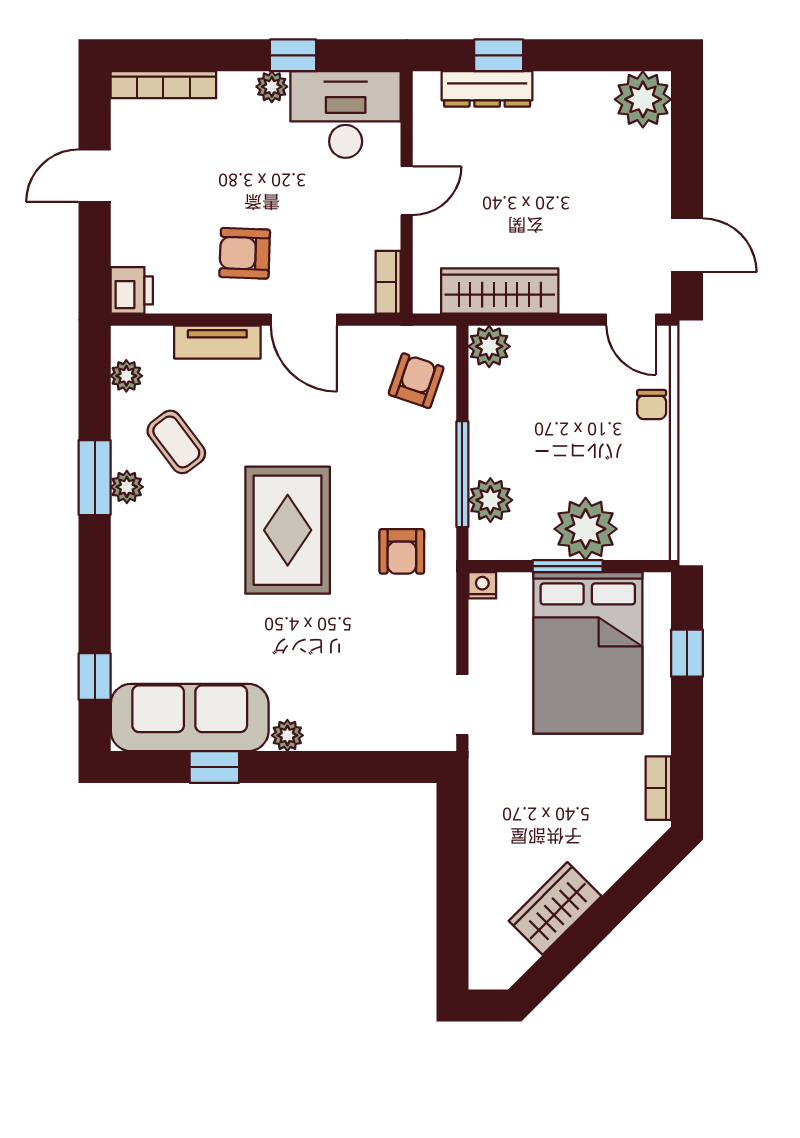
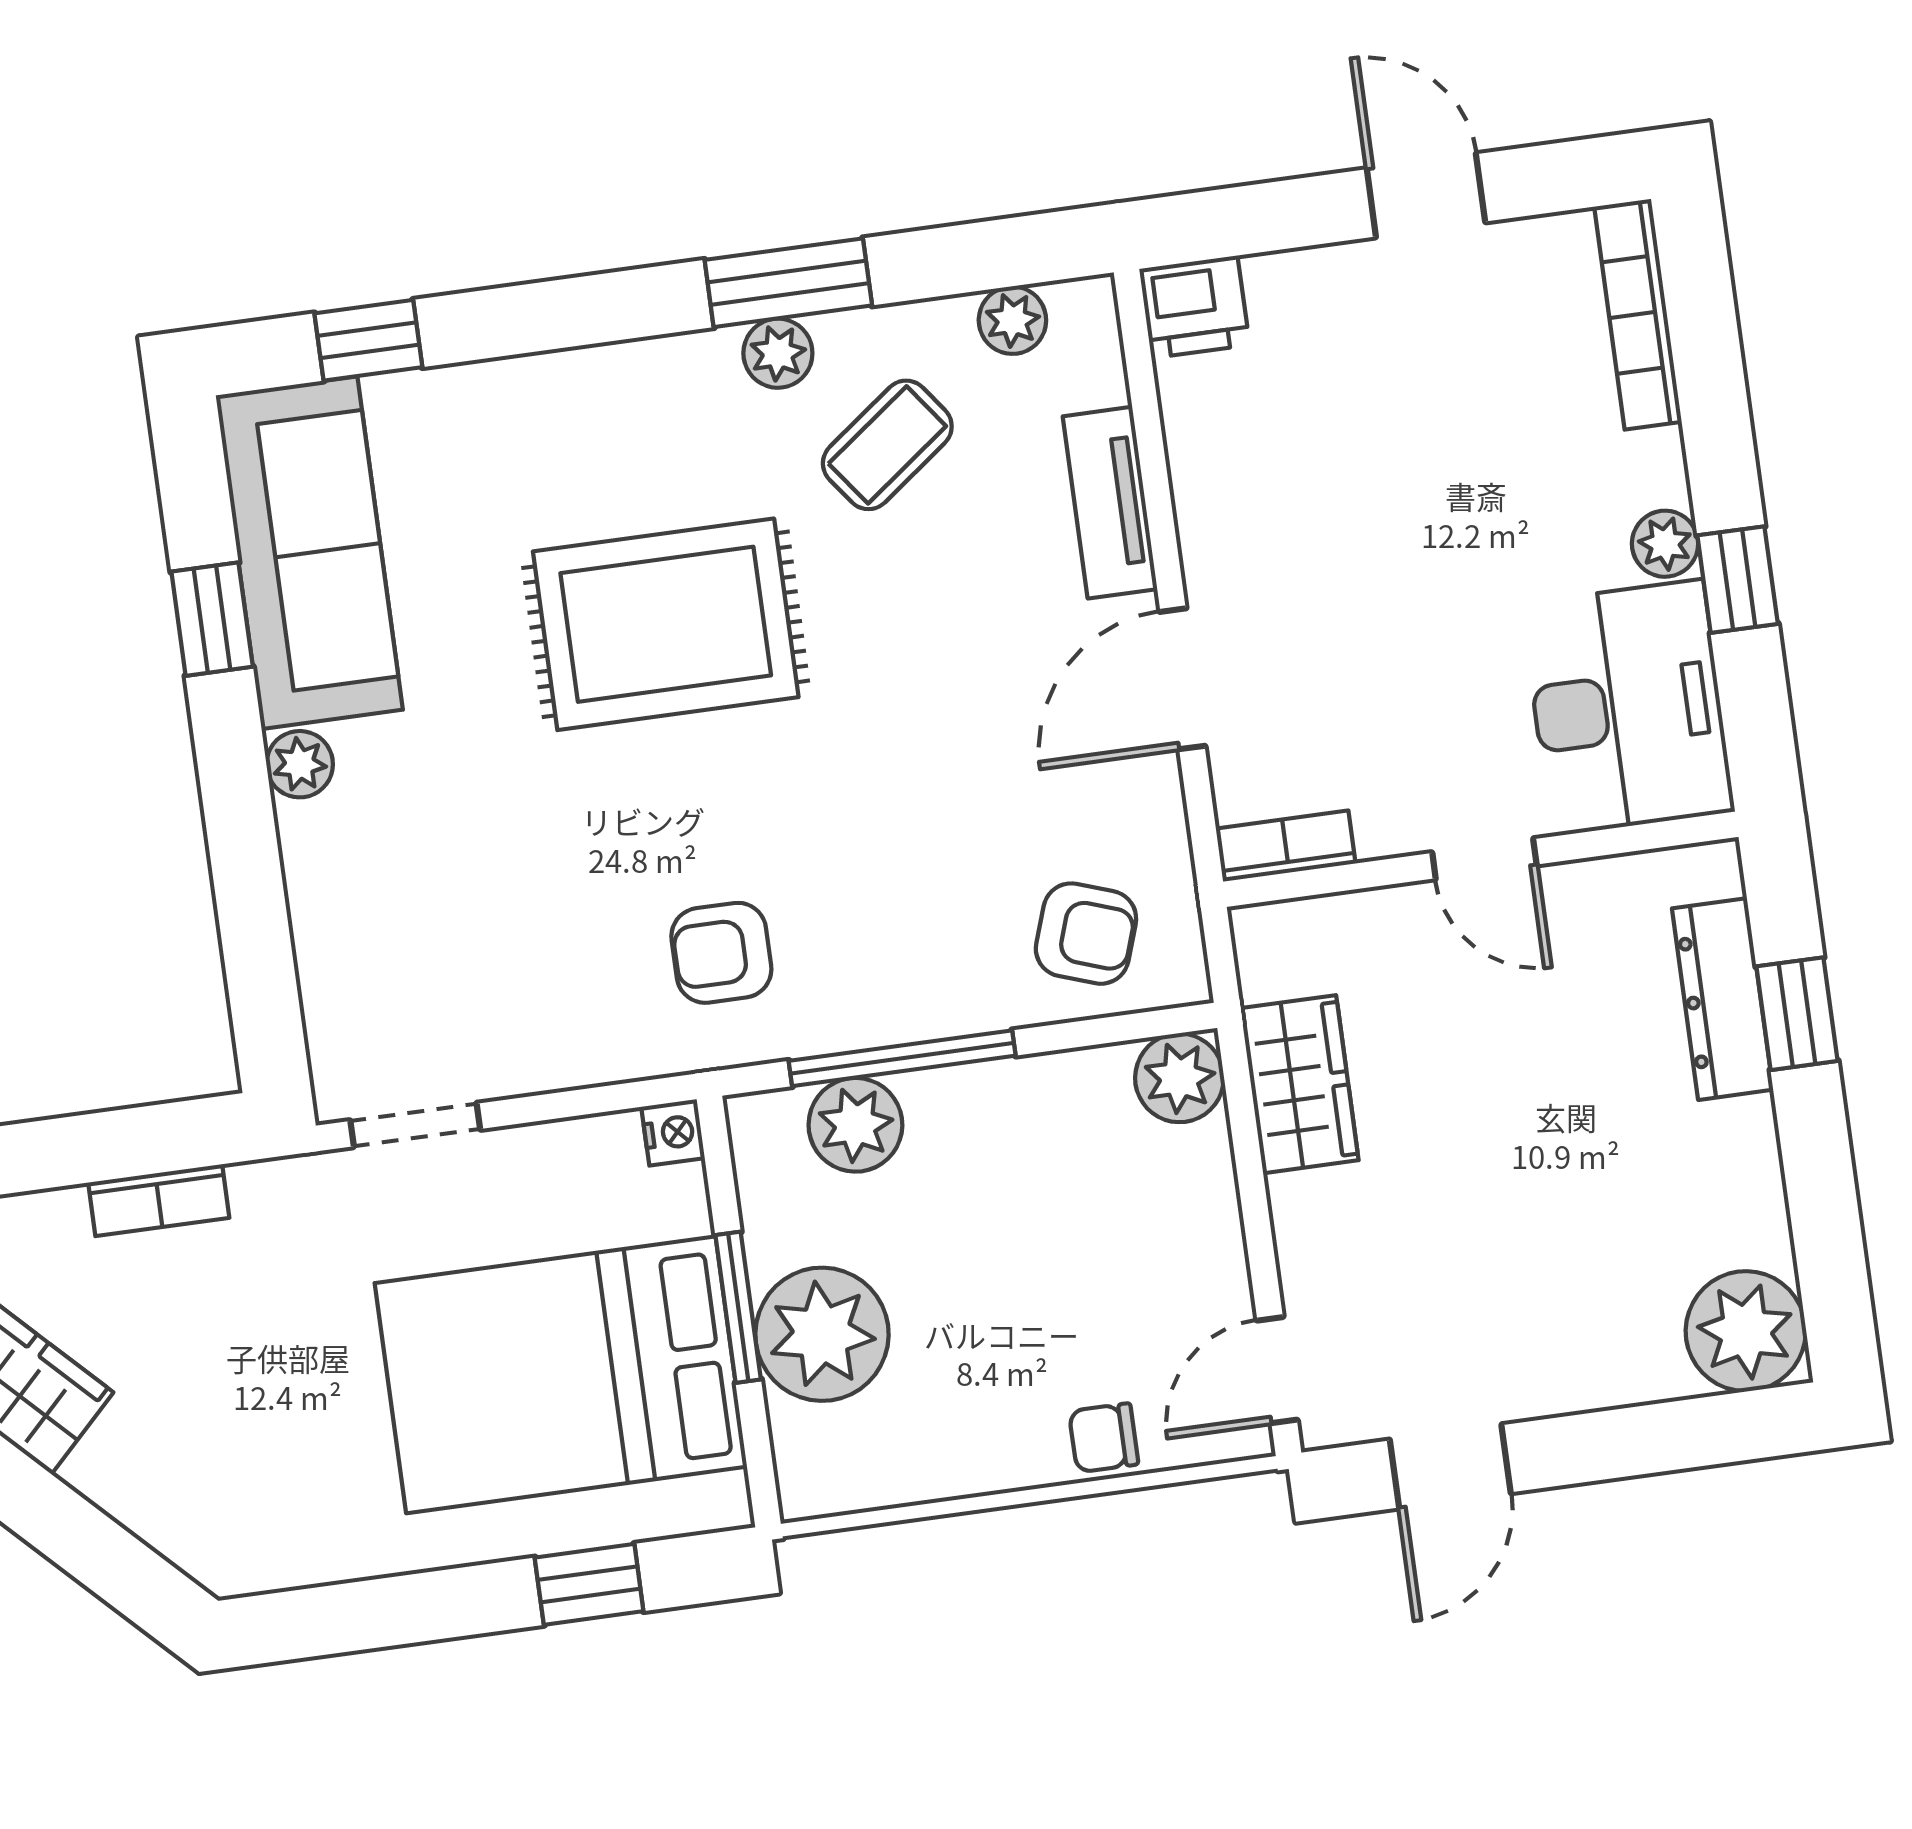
armchair: (245, 253) -> (1305, 535), removed
wardrobe: (500, 291) -> (1300, 1084), width x0.67
rug: (288, 530) -> (666, 624), moved
bookcase: (658, 788) -> (159, 1200), moved, turned 180

